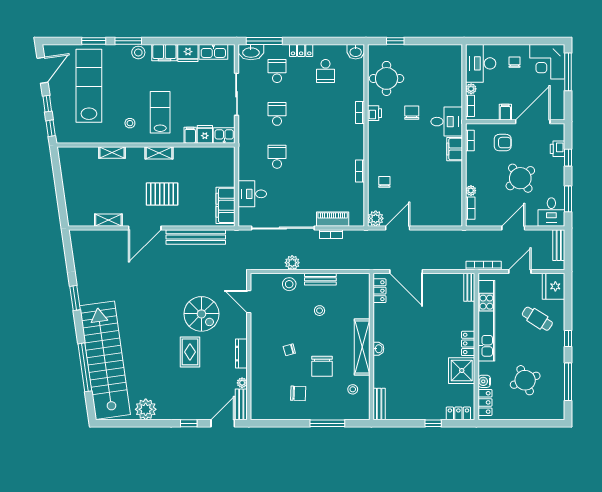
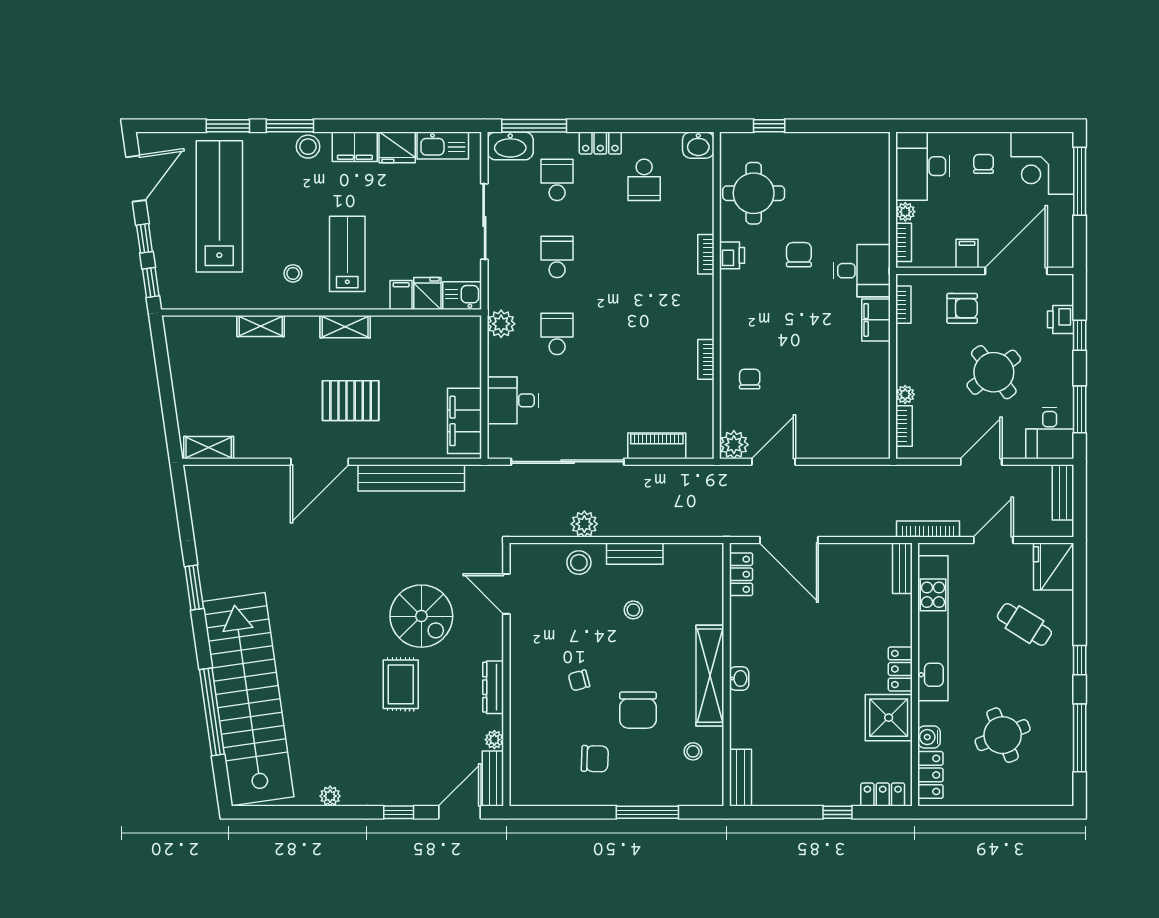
plant: (246, 151) -> (501, 324), added
shelving: (108, 220) -> (209, 448), moved
bookcase: (331, 234) -> (654, 473), removed
plant: (146, 409) -> (330, 796), width x0.53, depth x0.53

